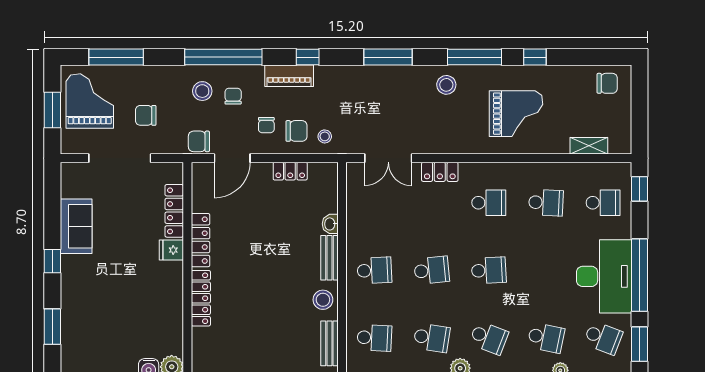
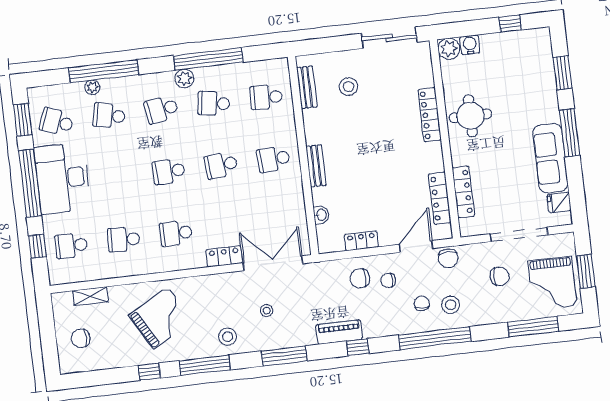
piano: (289, 76) -> (339, 332), moved
chair: (607, 83) -> (81, 338), moved
chair: (233, 96) -> (422, 303), turned 180
grand piano: (516, 114) -> (161, 318), turned 150
chair: (266, 125) -> (388, 280), turned -90
stool: (325, 136) -> (267, 311), moved
chair: (199, 141) -> (448, 258), turned 90
double door: (388, 158) -> (273, 263), width x1.37
window: (640, 189) -> (37, 246), moved
washbasin: (330, 224) -> (321, 215), moved
sofa: (76, 226) -> (550, 158), width x1.36
locker: (200, 240) -> (440, 198), moved
fridge: (171, 250) -> (559, 203), moved, turned 180
window: (52, 261) -> (570, 133), width x2.17
round table: (157, 292) -> (470, 116), added
stool: (323, 300) -> (348, 87), moved
school desk: (489, 338) -> (161, 109), turned -30

